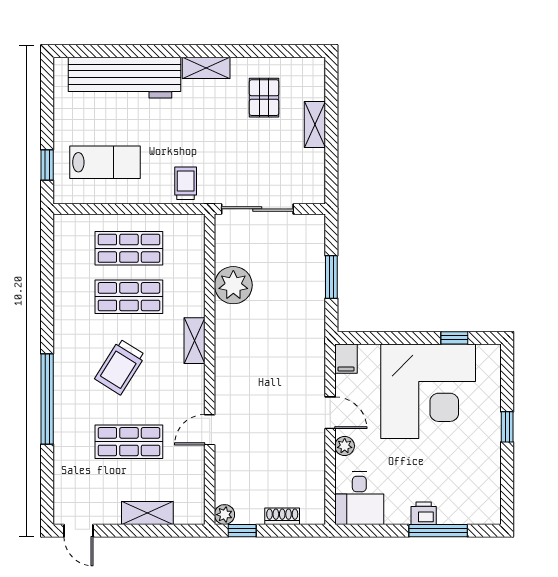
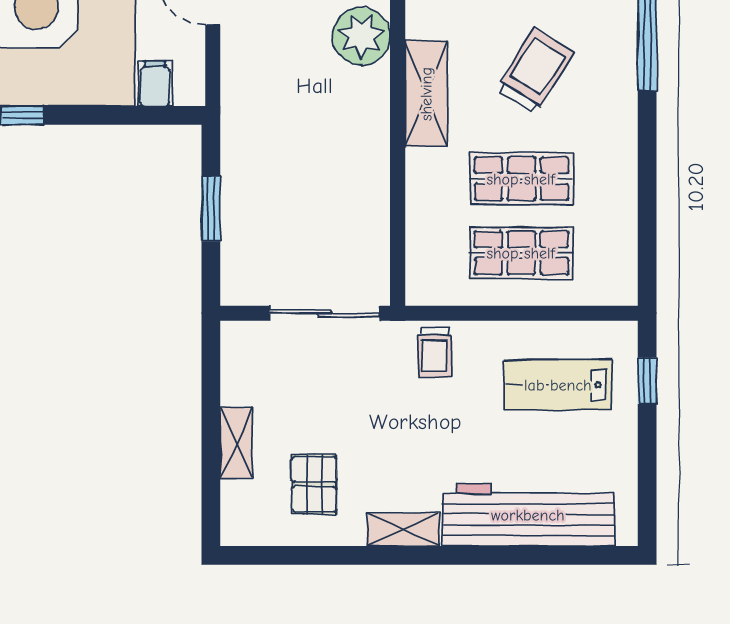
plant: (233, 285) -> (361, 36), moved
shelving: (194, 341) -> (426, 94), width x1.50, depth x1.33
filing cabinet: (346, 359) -> (155, 83), moved

